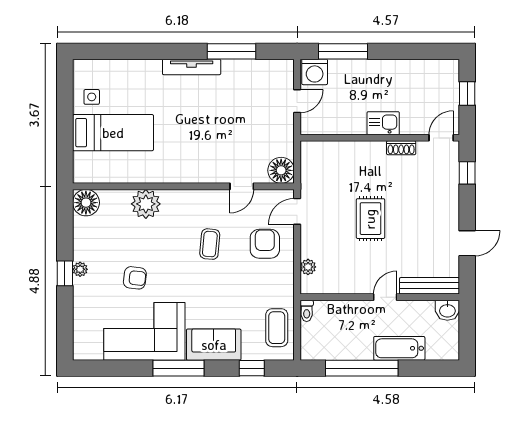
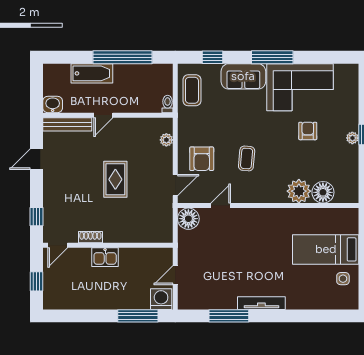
floor lamp: (86, 203) -> (323, 192), moved
armchair: (135, 278) -> (308, 131), turned 83

